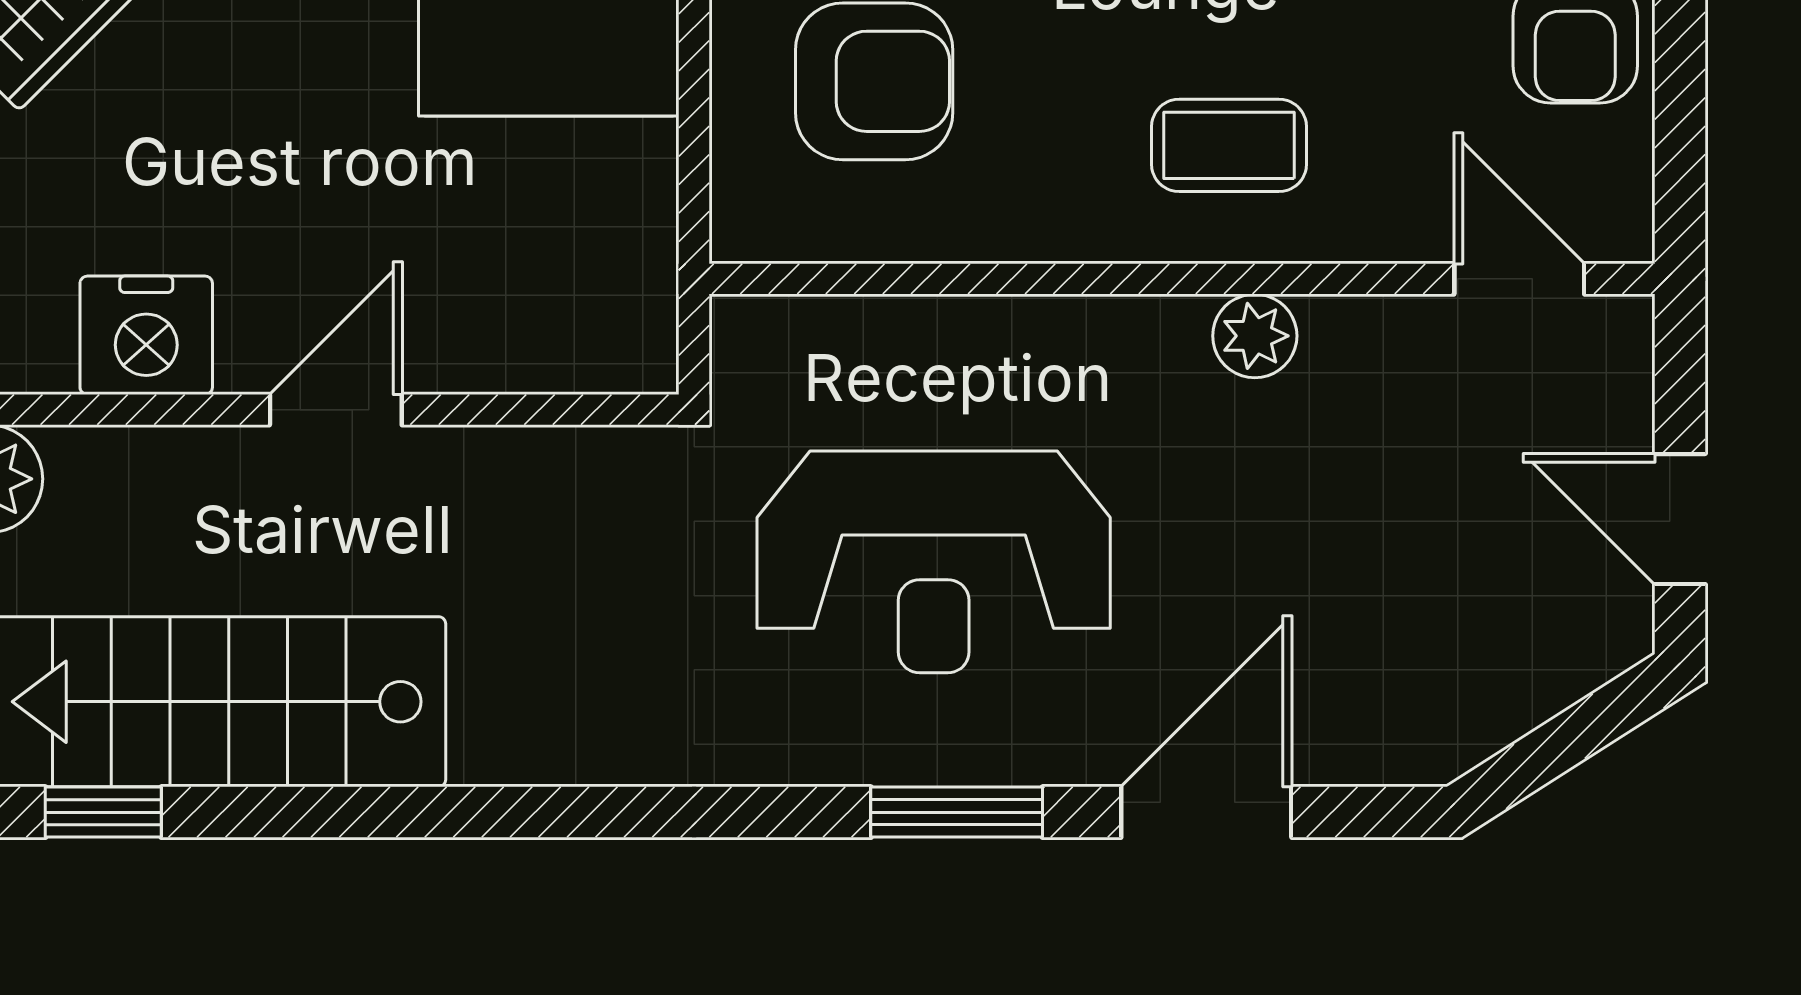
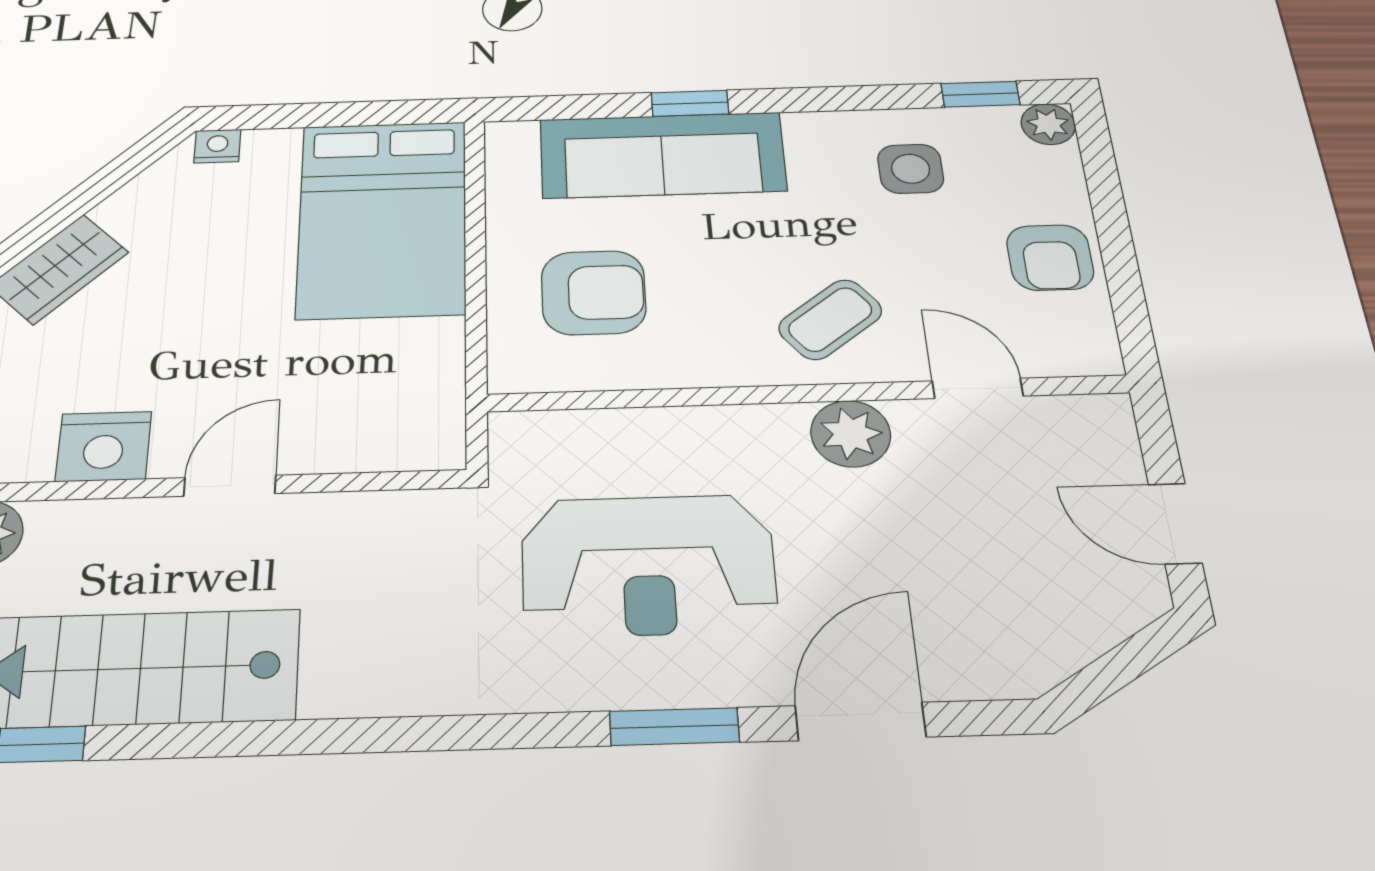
coffee table: (1229, 145) -> (830, 319), turned -38
door: (1519, 279) -> (978, 388), moved
plant: (1255, 336) -> (851, 434), width x1.38, depth x1.38

